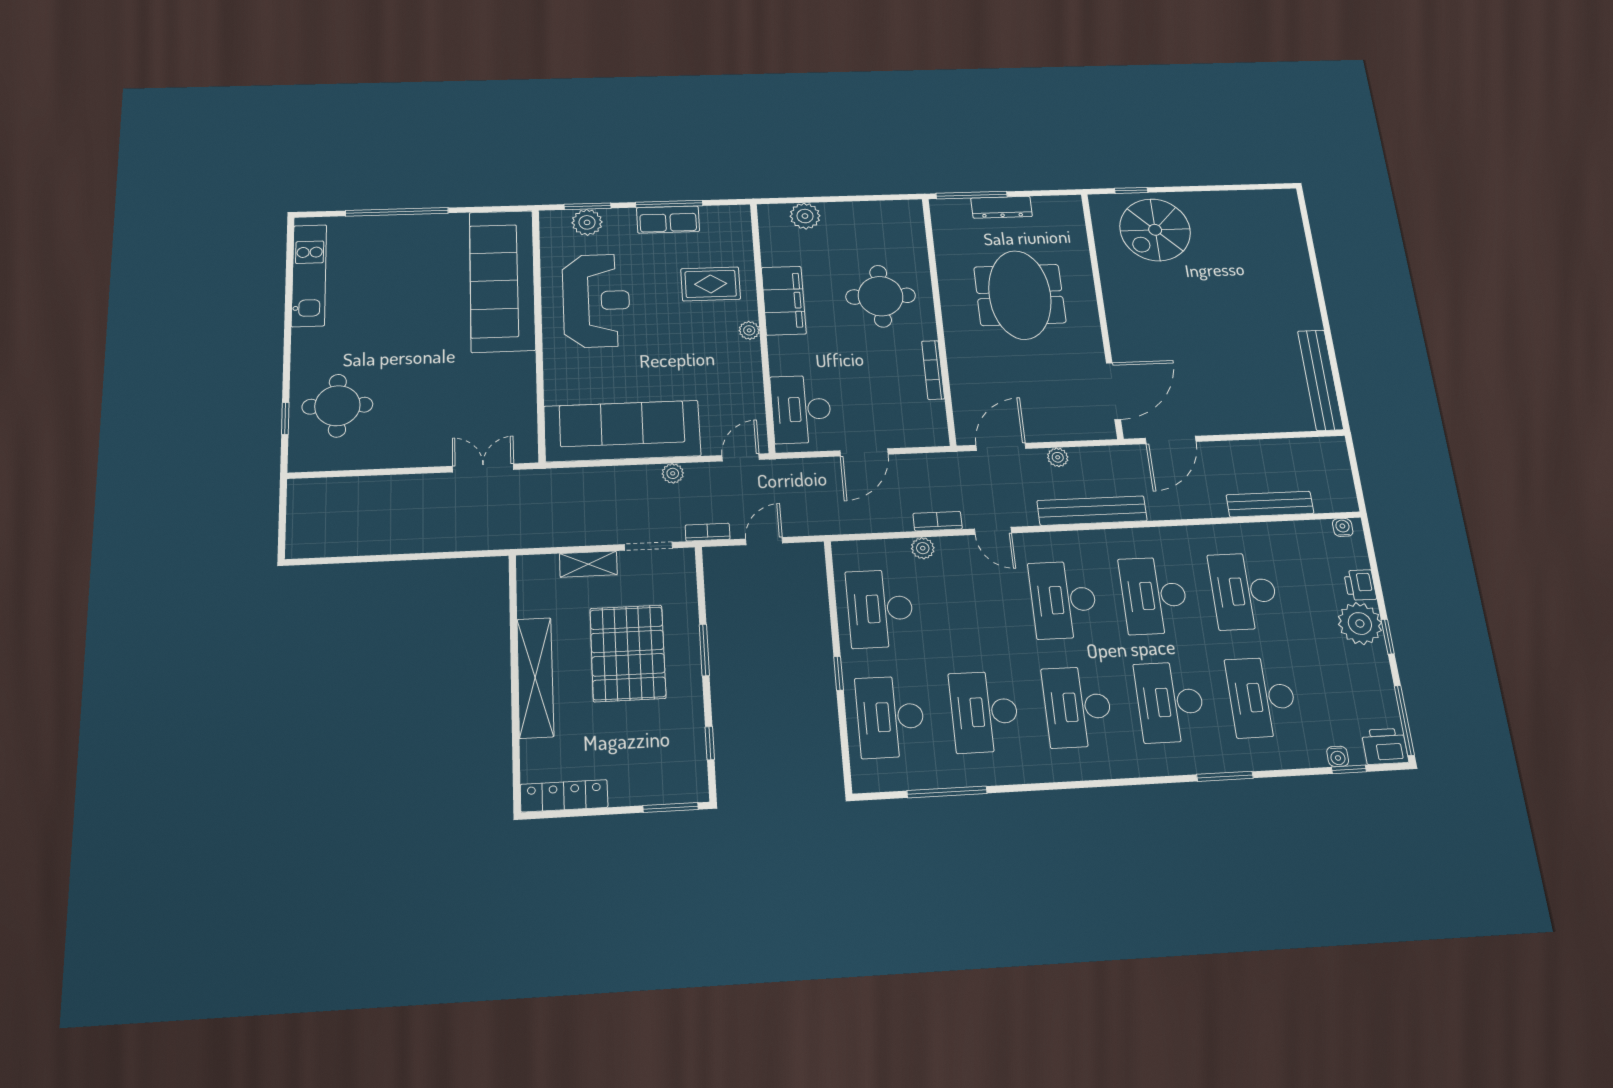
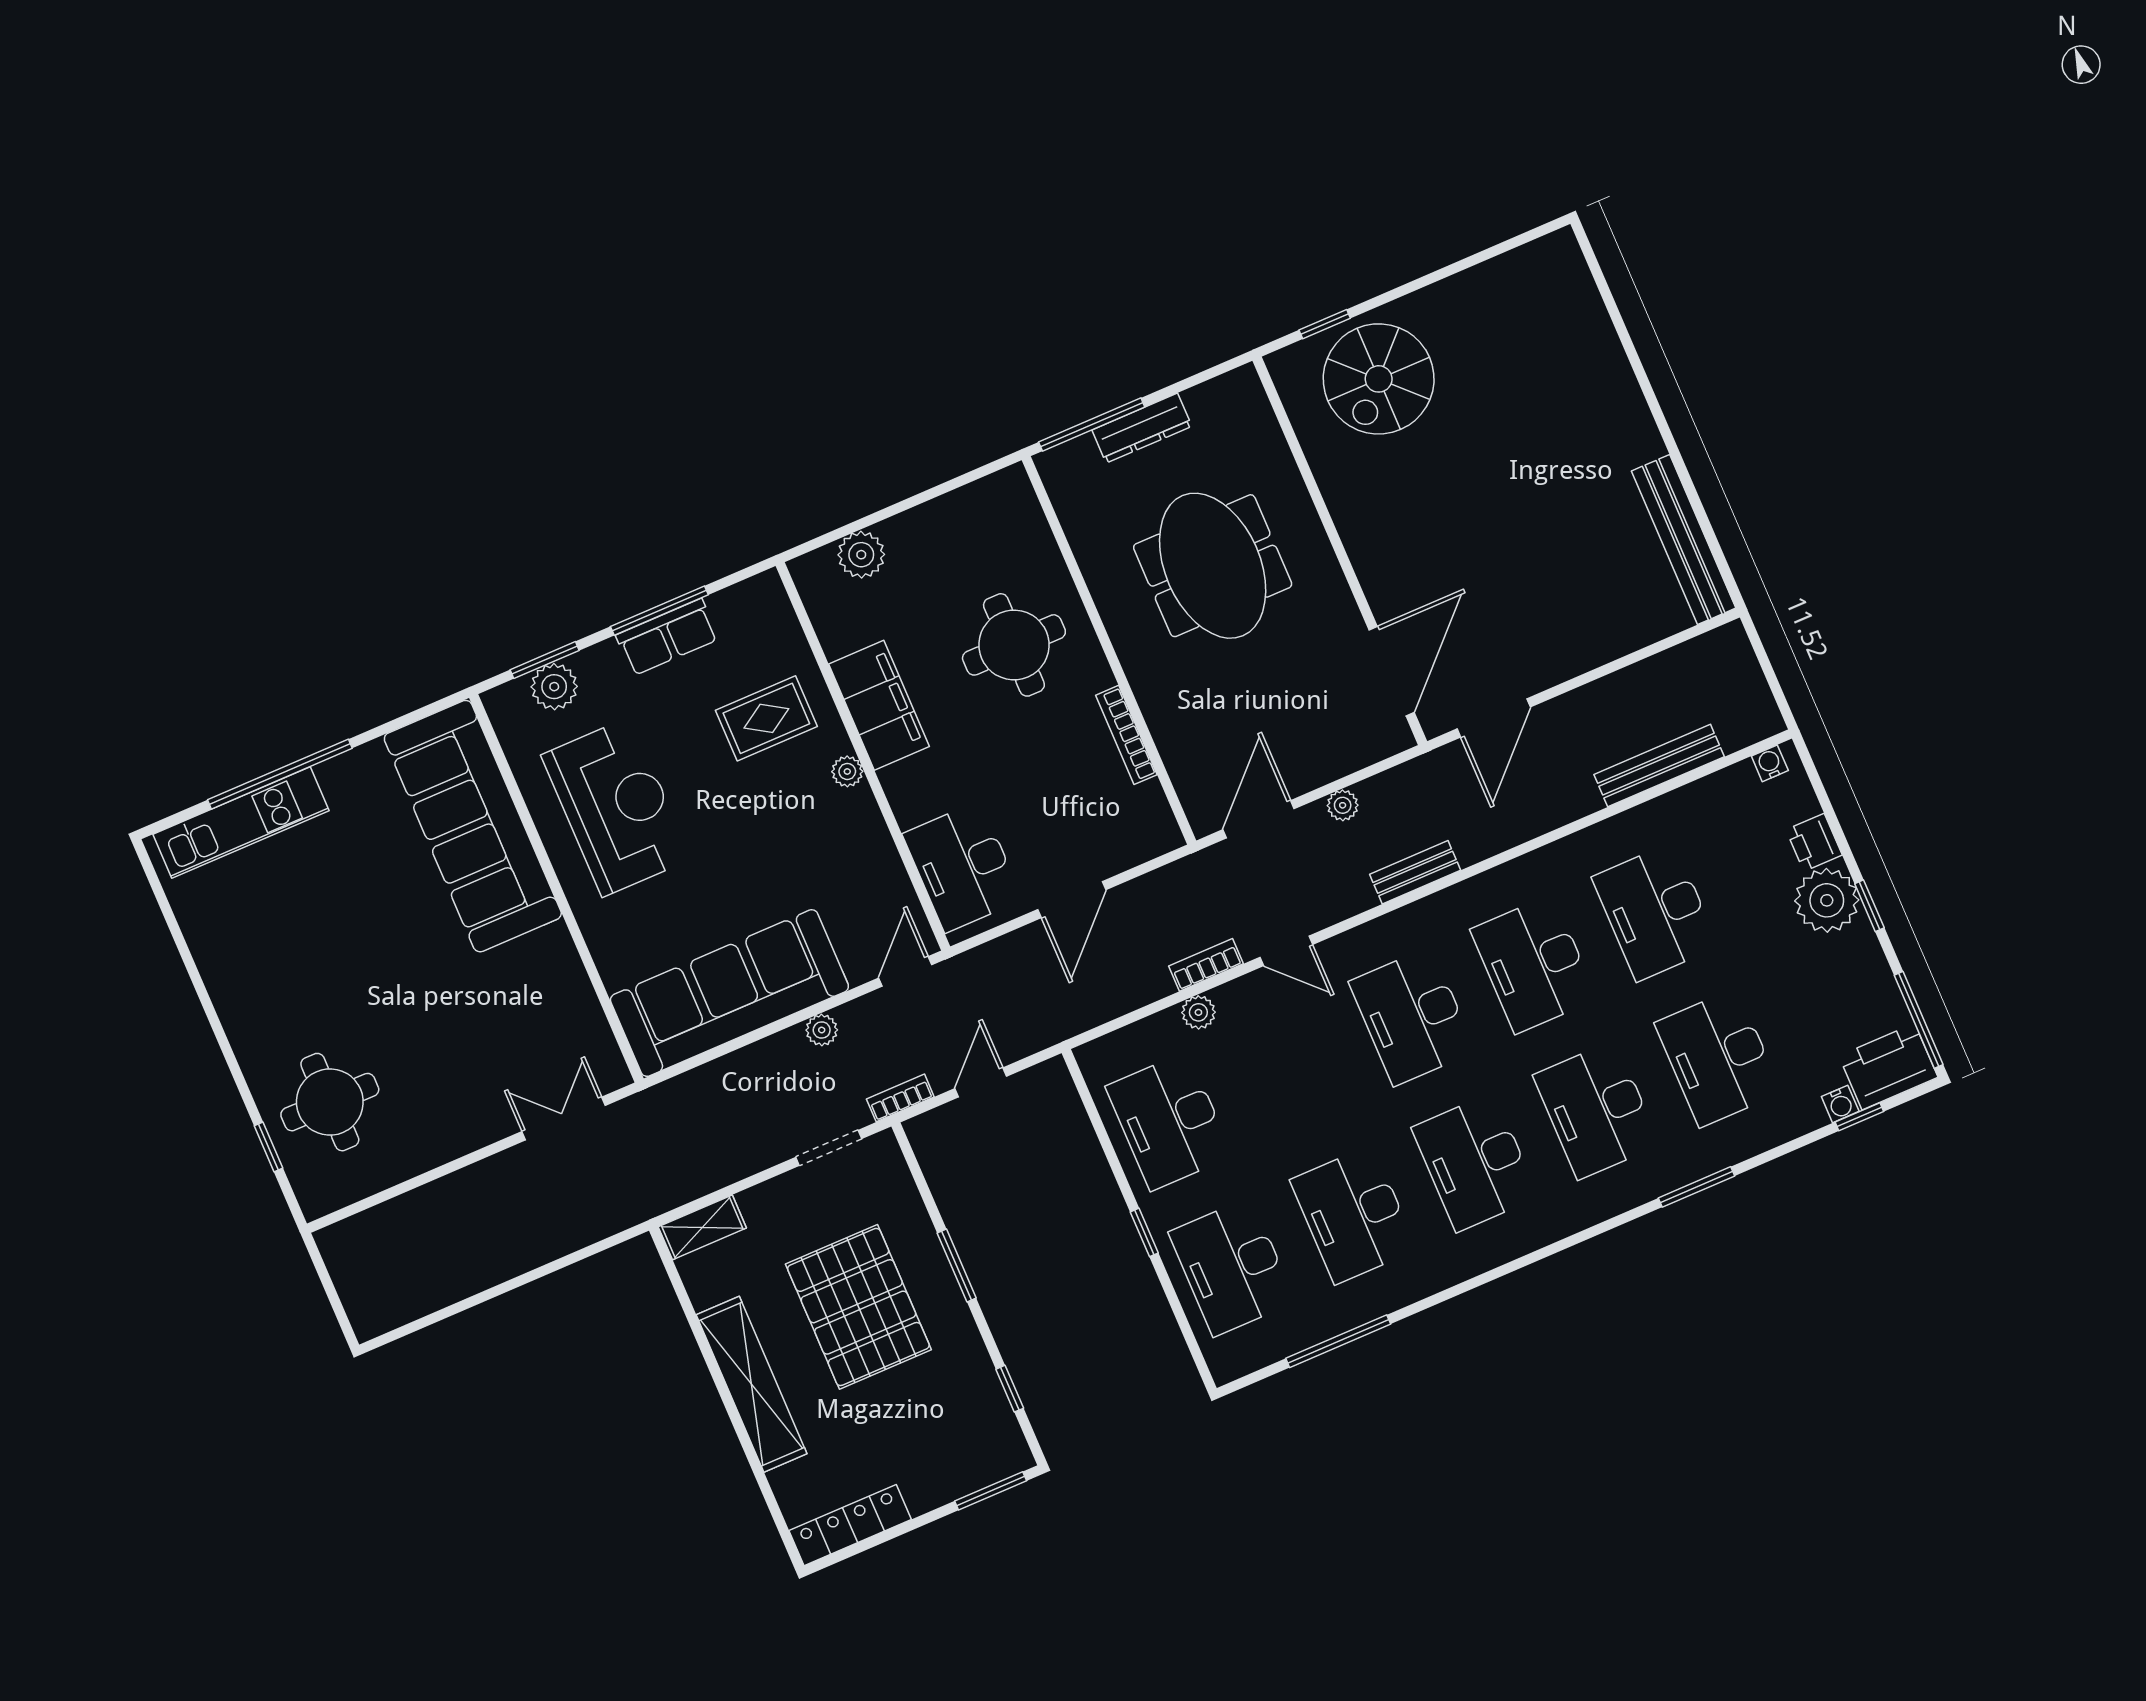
kitchen unit: (309, 275) -> (241, 823), moved, turned 90
bench: (1092, 511) -> (1415, 872), width x0.54, depth x0.82
shelving: (588, 564) -> (702, 1227), moved
printer: (1385, 746) -> (1888, 1067), width x1.37, depth x1.19

